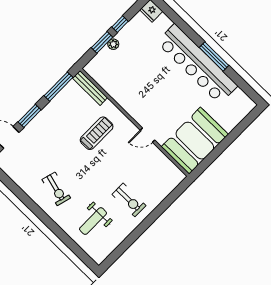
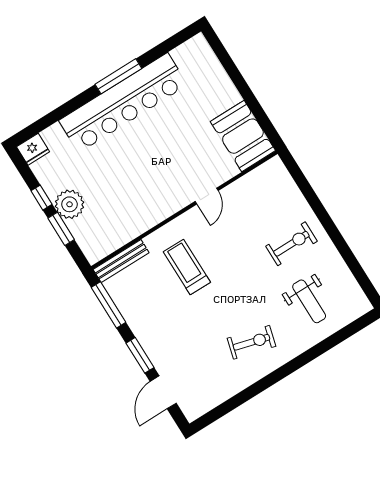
plant: (113, 44) -> (70, 204), width x1.87, depth x1.87
booth: (195, 141) -> (243, 136), width x0.73, depth x0.70

